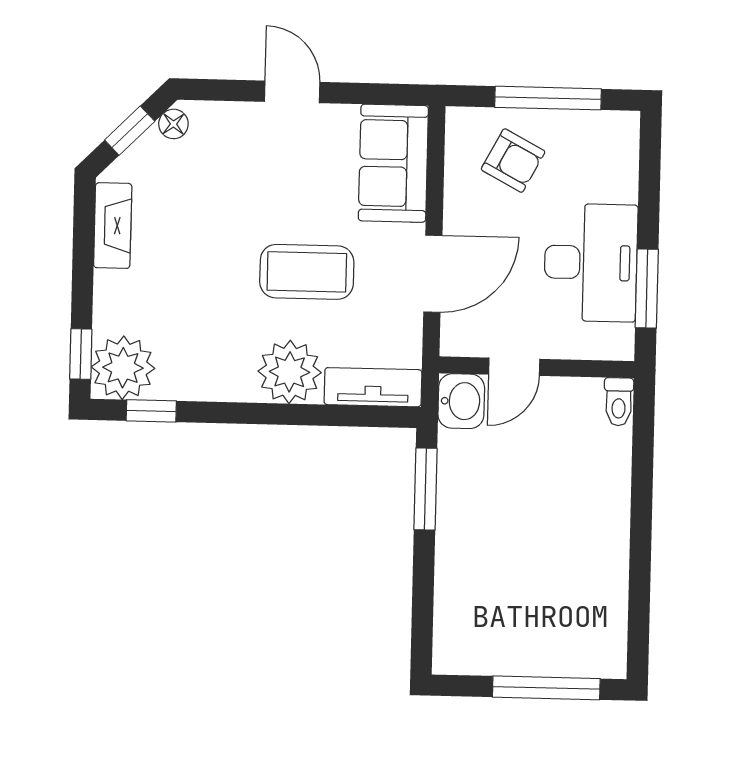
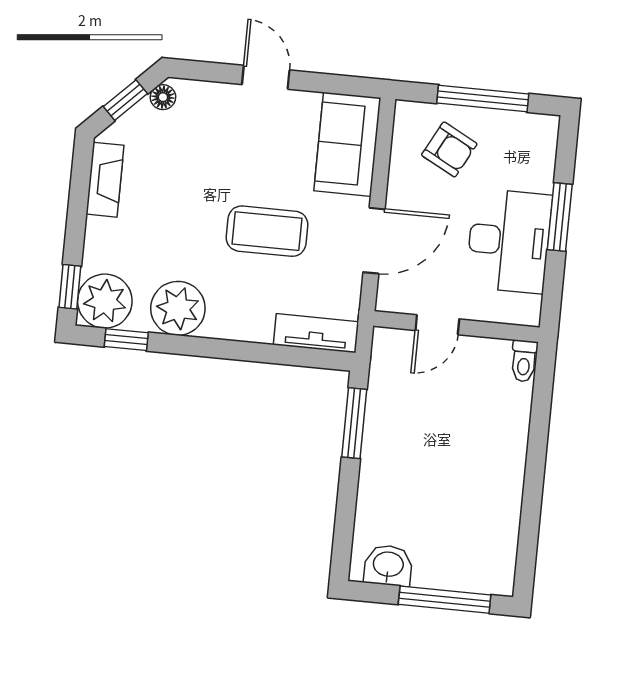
window: (647, 288) -> (560, 217), moved
plant: (290, 372) -> (178, 308), moved
washbasin: (461, 401) -> (388, 565), moved, turned -90

